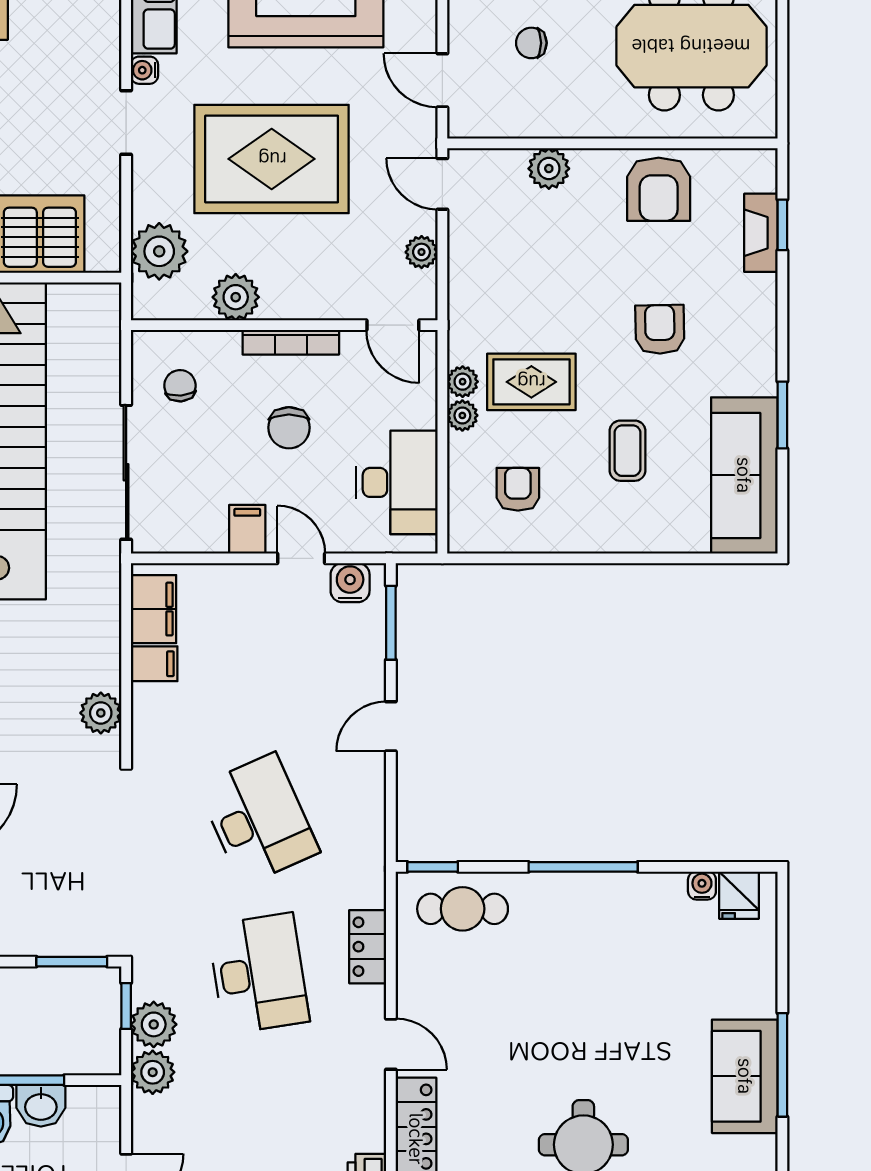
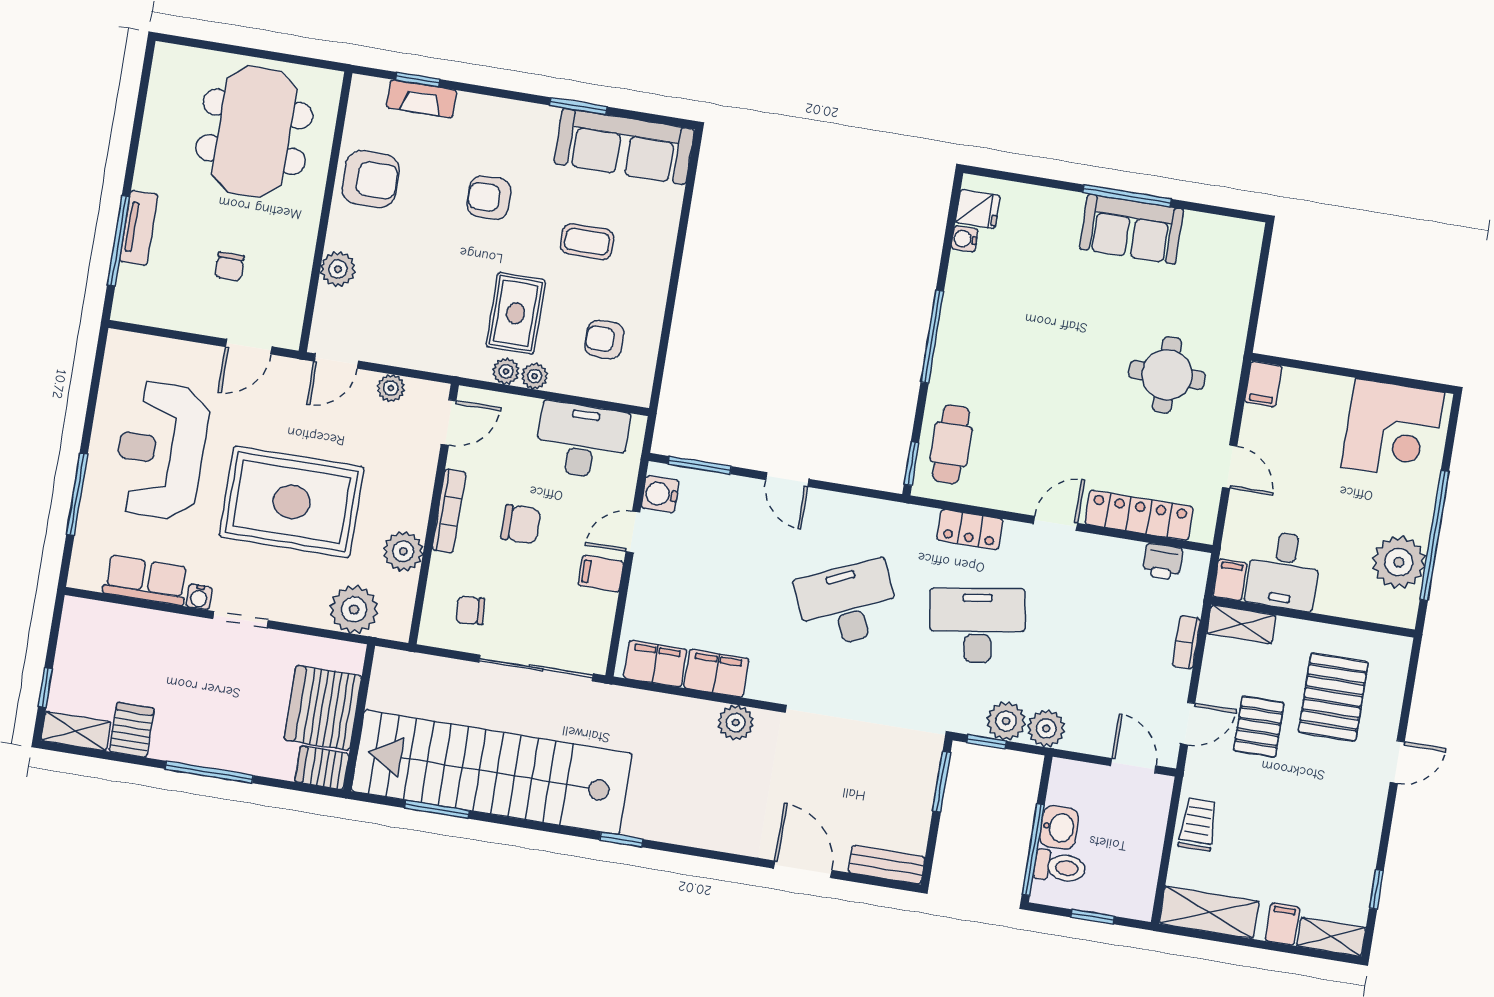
rug: (272, 159) -> (292, 502), turned 90
filing cabinet: (154, 664) -> (716, 673), width x2.00

